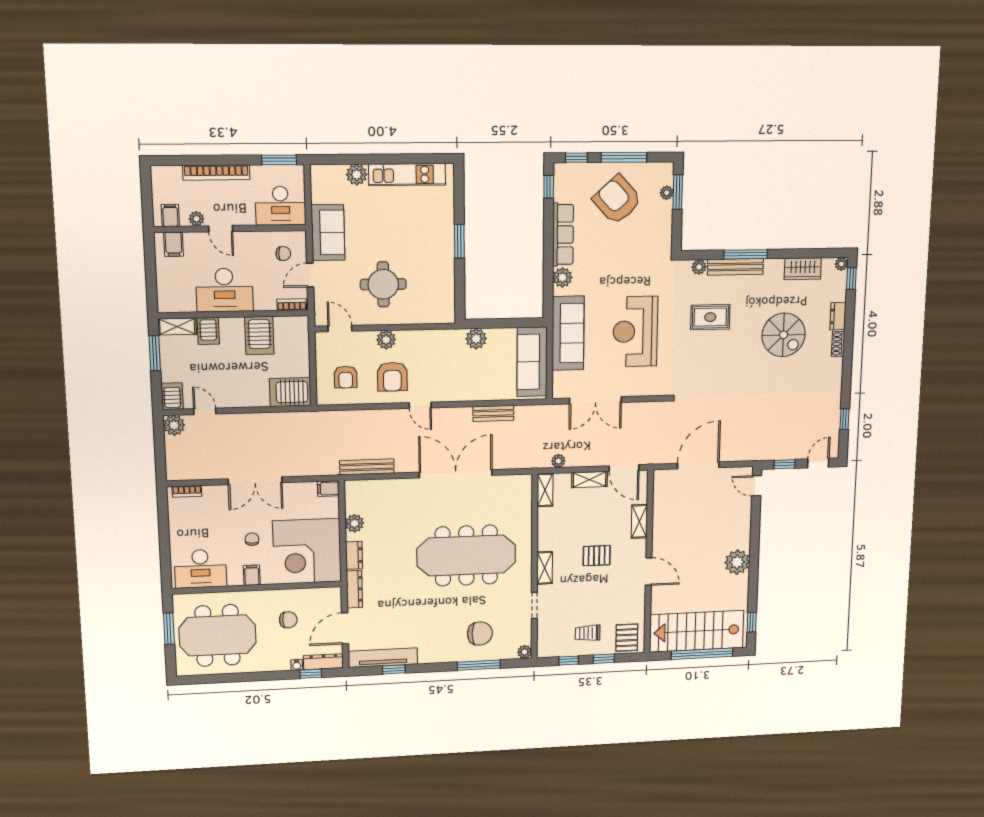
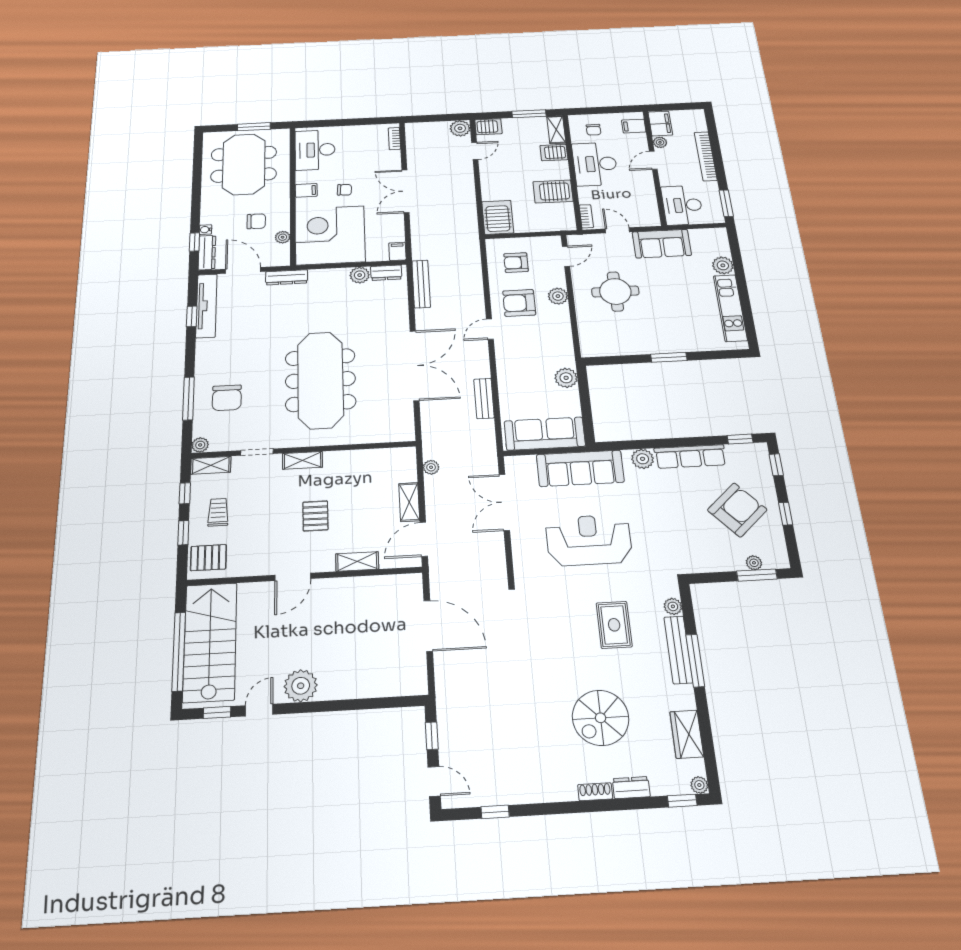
window: (624, 157) -> (786, 514), width x0.46
filing cabinet: (170, 215) -> (660, 124), width x2.00
chair: (283, 254) -> (594, 130), moved
door: (757, 486) -> (259, 710), moved
shelving: (545, 490) -> (211, 465), moved
dresser: (354, 555) -> (386, 273), moved
plant: (308, 595) -> (283, 237), added
chair: (288, 620) -> (256, 221), turned -90

